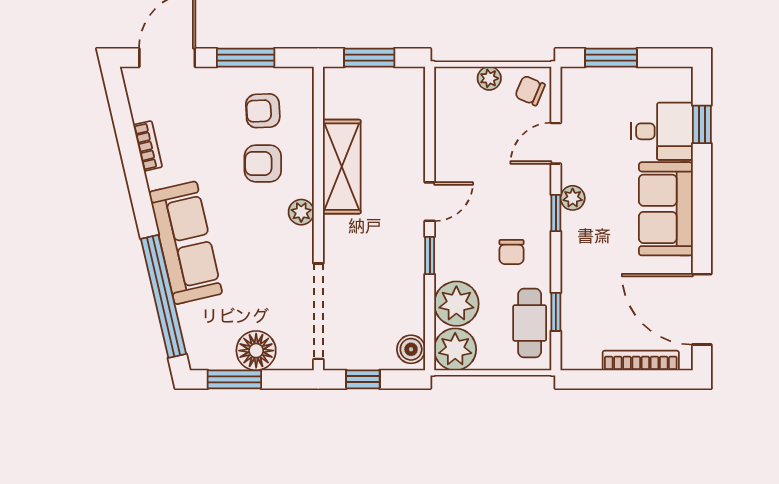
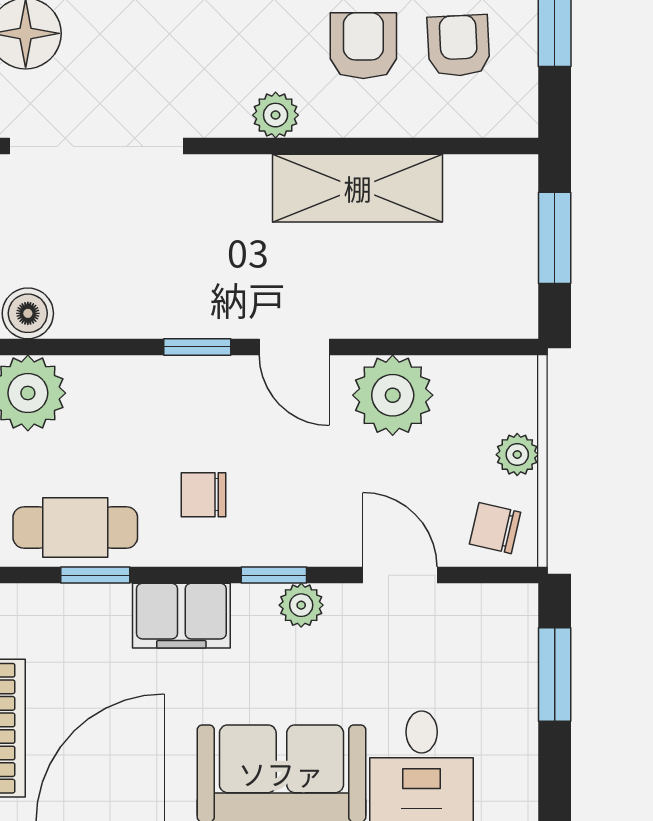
chair: (530, 91) -> (495, 528), turned -100
filing cabinet: (578, 264) -> (181, 616), added
plant: (456, 304) -> (393, 395), moved

